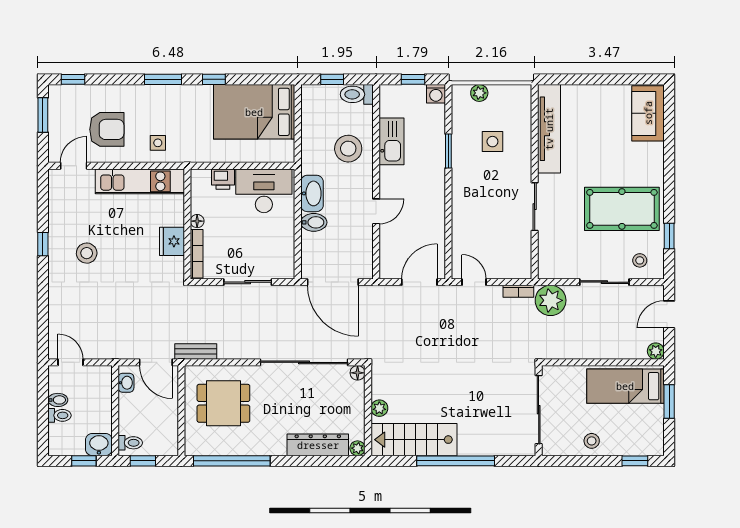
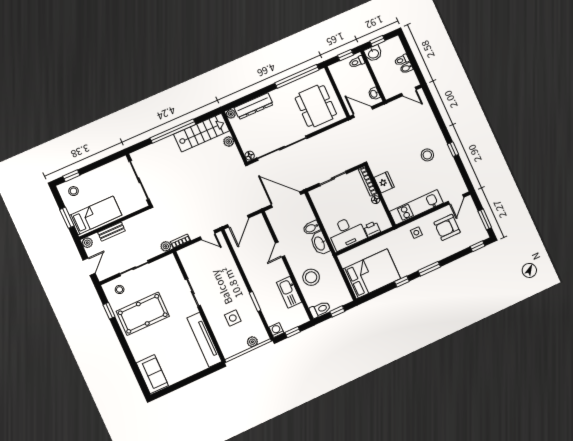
plant: (551, 300) -> (166, 246), width x0.53, depth x0.53
bench: (196, 351) -> (111, 232), moved
dining table: (223, 403) -> (316, 106), width x1.37
stool: (592, 441) -> (73, 191), moved

